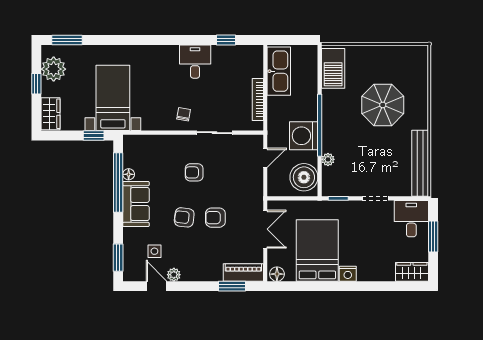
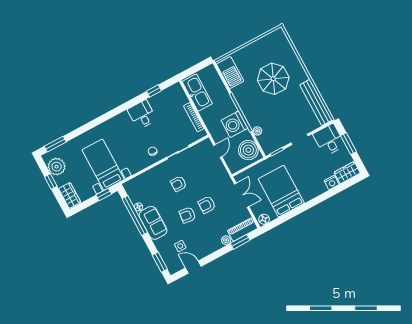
nightstand: (348, 274) -> (332, 183), moved
plant: (174, 275) -> (226, 240), moved

